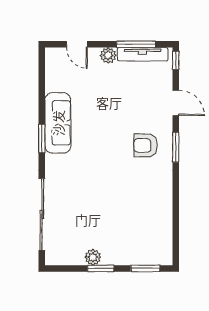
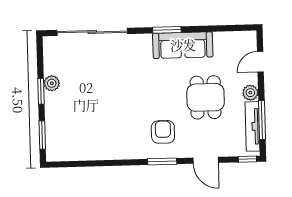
dining table: (112, 101) -> (206, 97), added
door: (176, 103) -> (206, 160), hinge flipped

